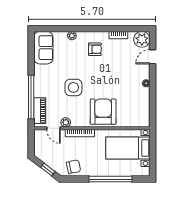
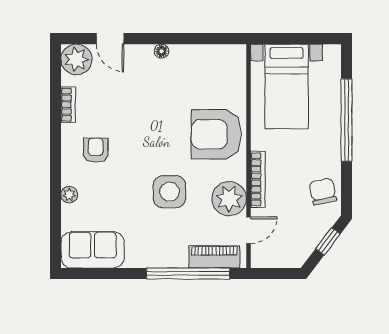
plant: (66, 122) -> (229, 199), width x1.87, depth x1.87

